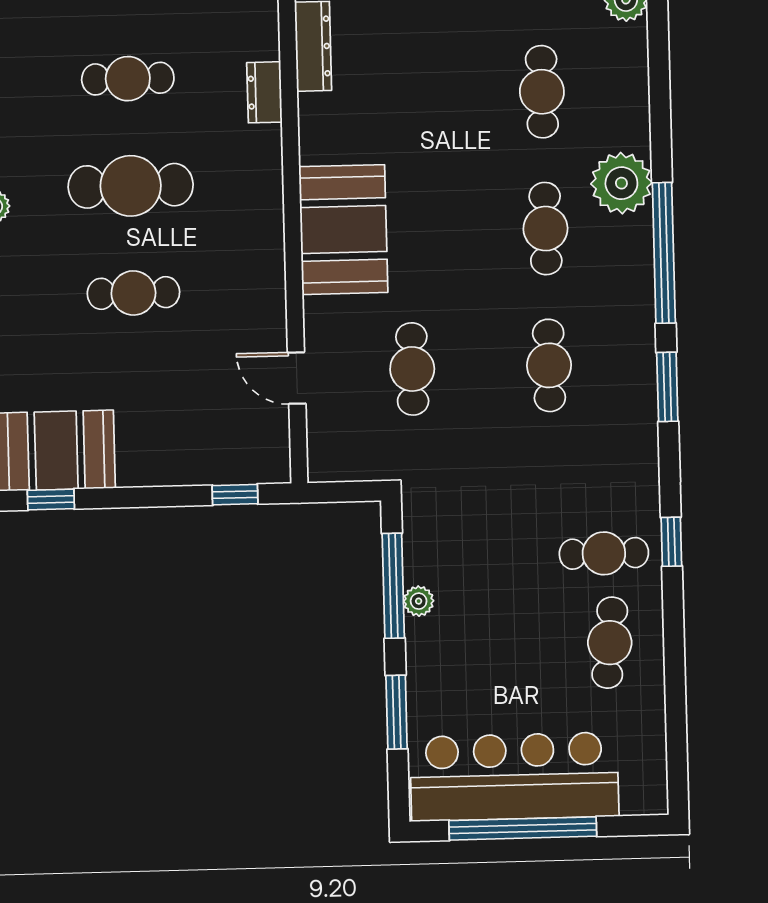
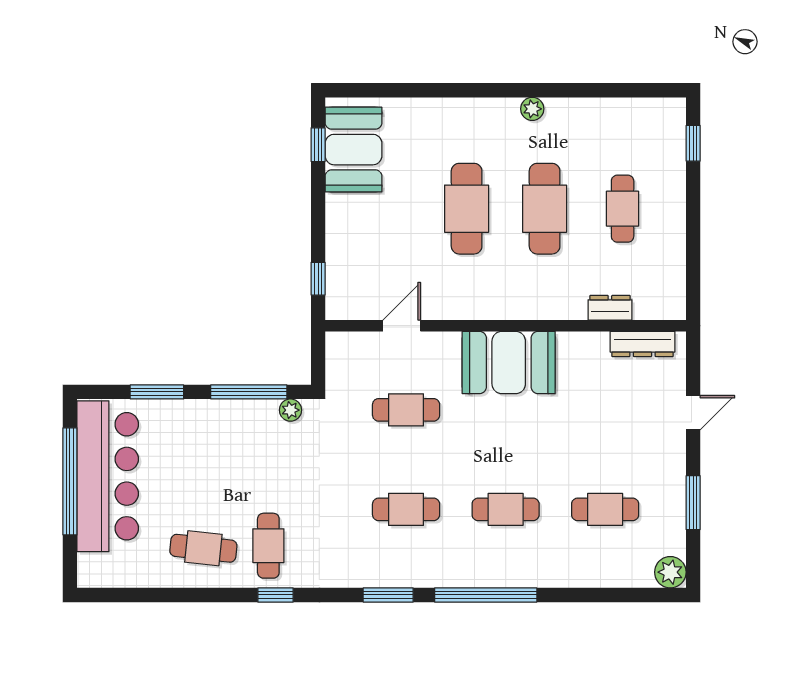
plant: (621, 183) -> (537, 566), removed
cafe table: (133, 293) -> (467, 209), width x1.37, depth x1.35
plant: (419, 601) -> (290, 410), moved

